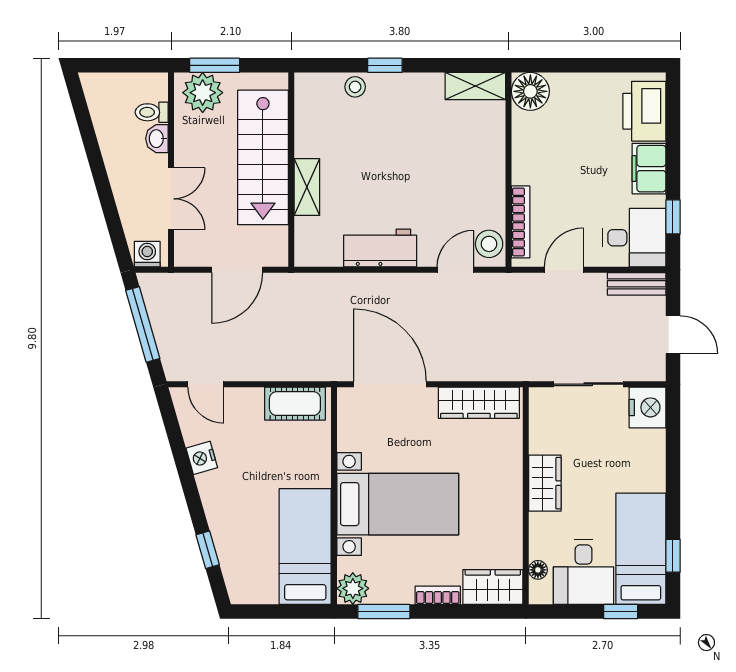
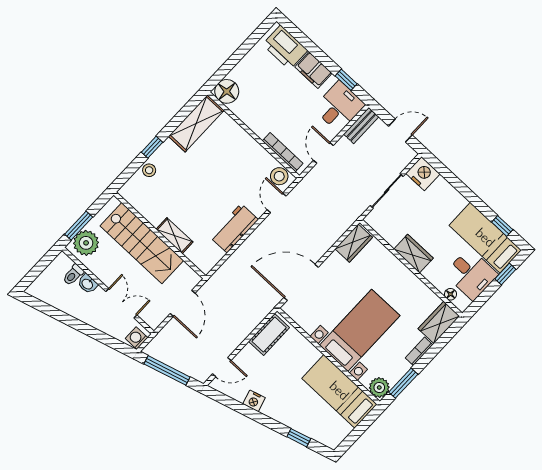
shelving: (475, 86) -> (196, 123), width x1.50, depth x1.33
wardrobe: (479, 403) -> (354, 243), width x0.67

